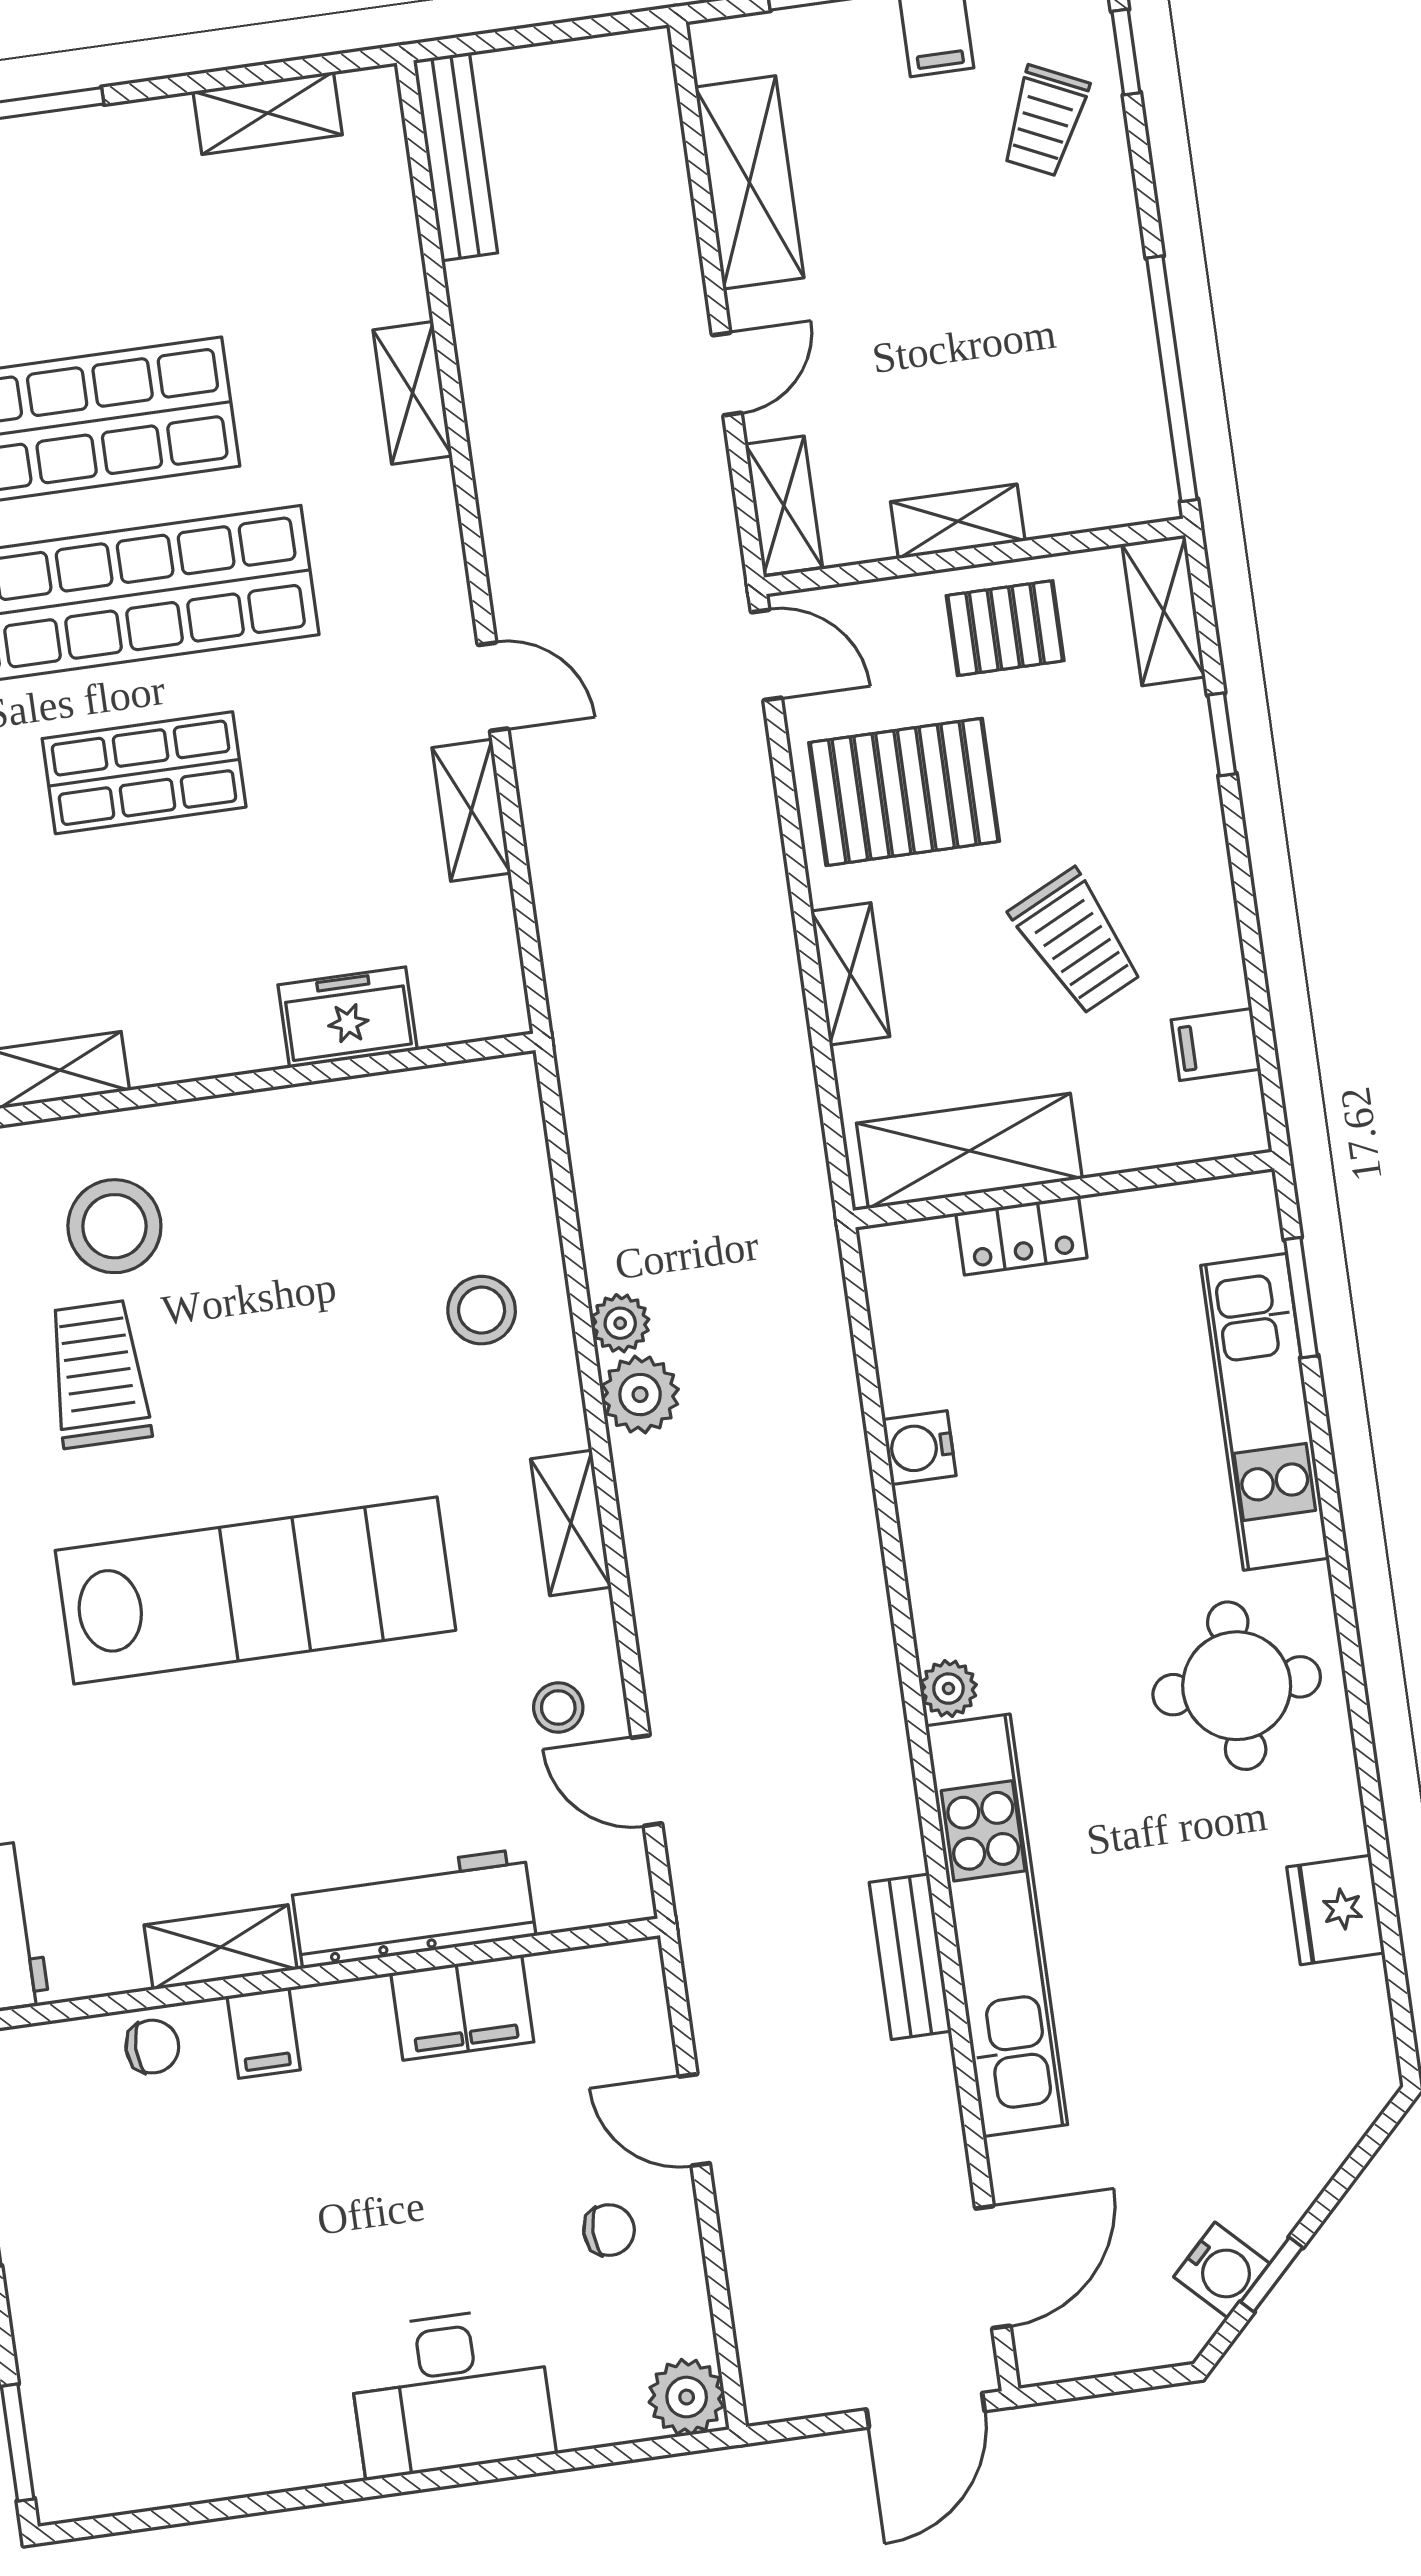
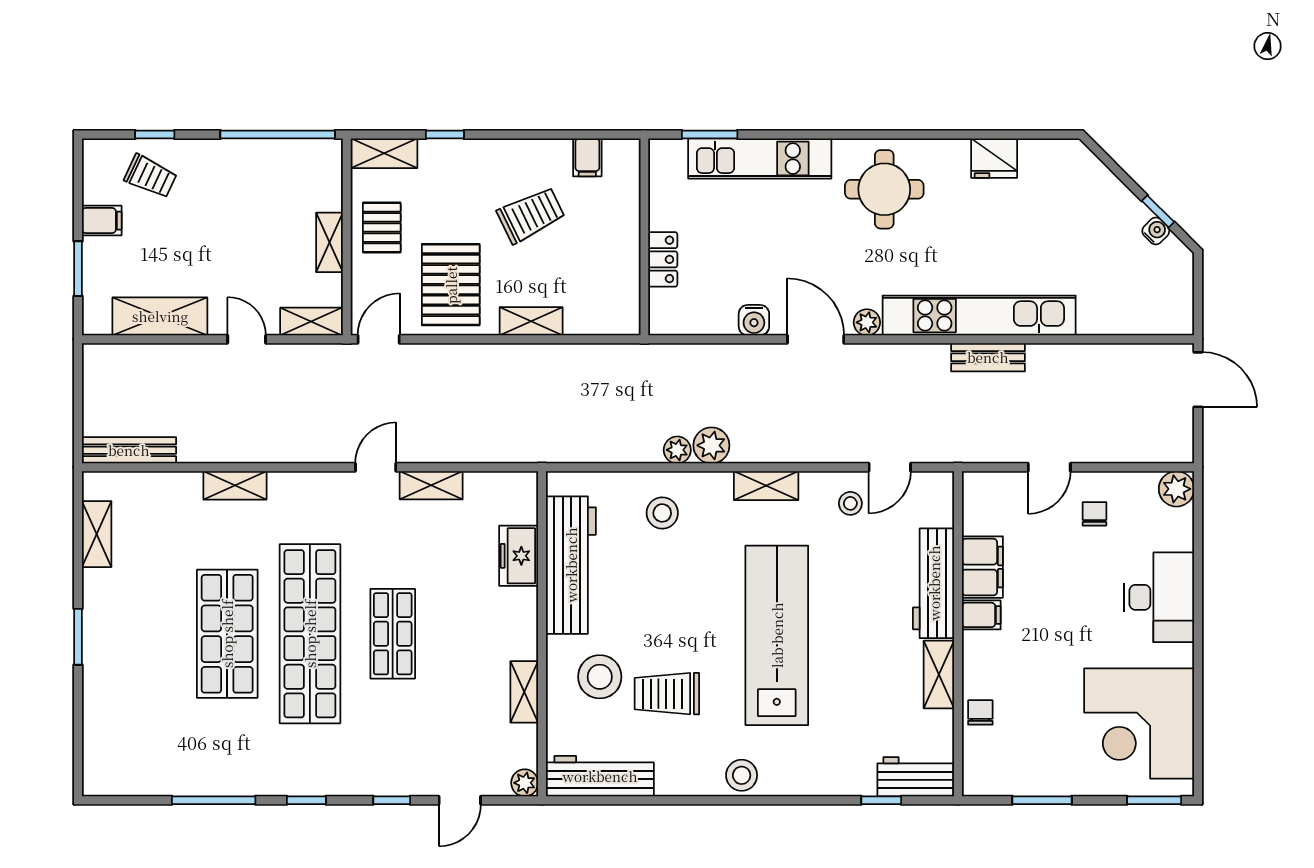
window: (1126, 52) -> (155, 134), moved
workbench: (343, 1131) -> (571, 565), added
shelving: (969, 1151) -> (620, 278), removed
filing cabinet: (264, 2033) -> (981, 615), moved
door: (993, 2267) -> (816, 339), moved
water cooler: (1222, 2270) -> (1156, 231), width x0.72, depth x0.72
corner desk: (176, 2388) -> (1139, 724), added

